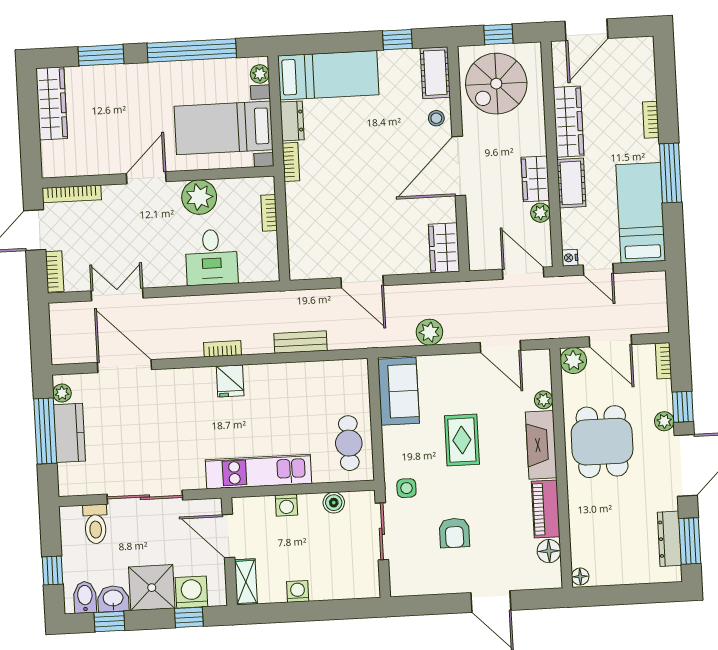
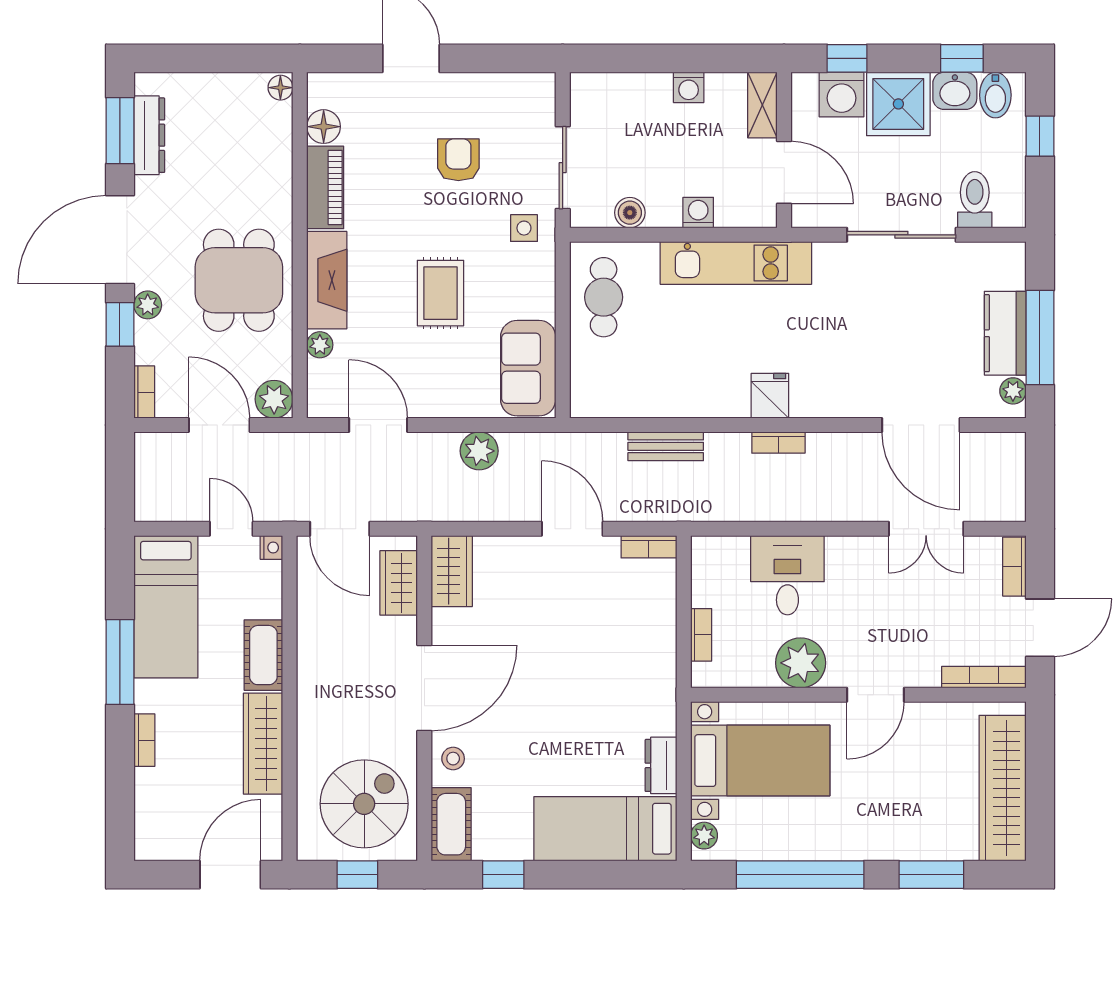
wardrobe: (52, 103) -> (1003, 788), width x1.40, depth x1.17
bookcase: (291, 162) -> (649, 547), moved, turned -90
wardrobe: (535, 179) -> (399, 583), moved, turned 180
plant: (540, 213) -> (310, 615), removed

